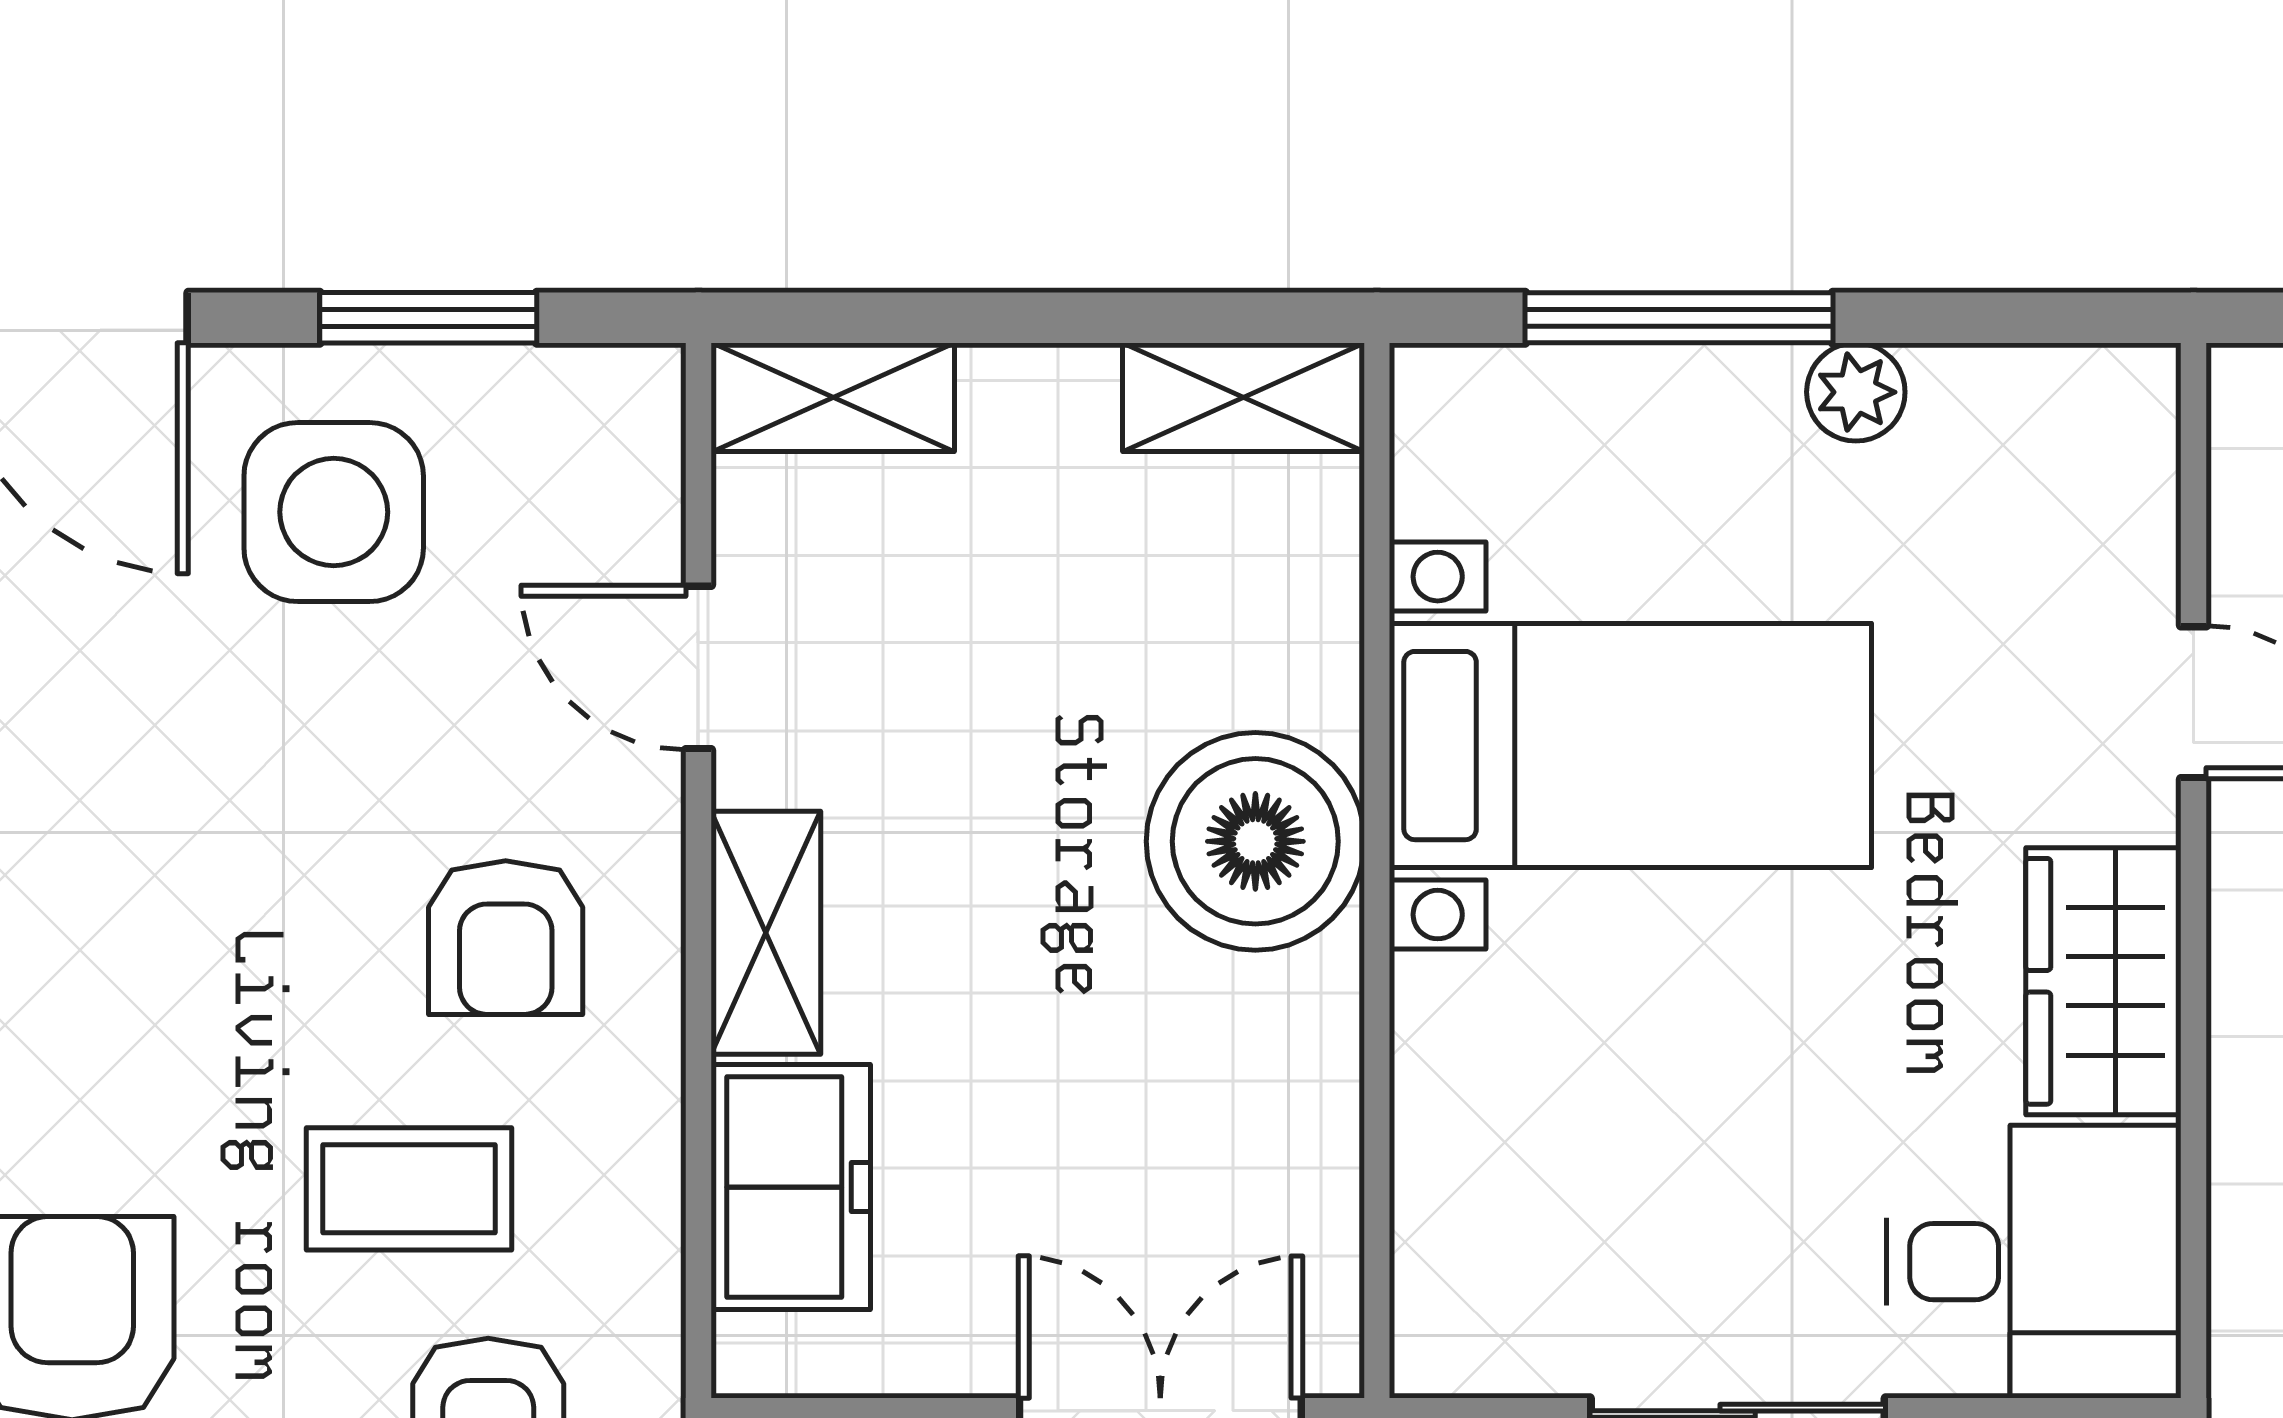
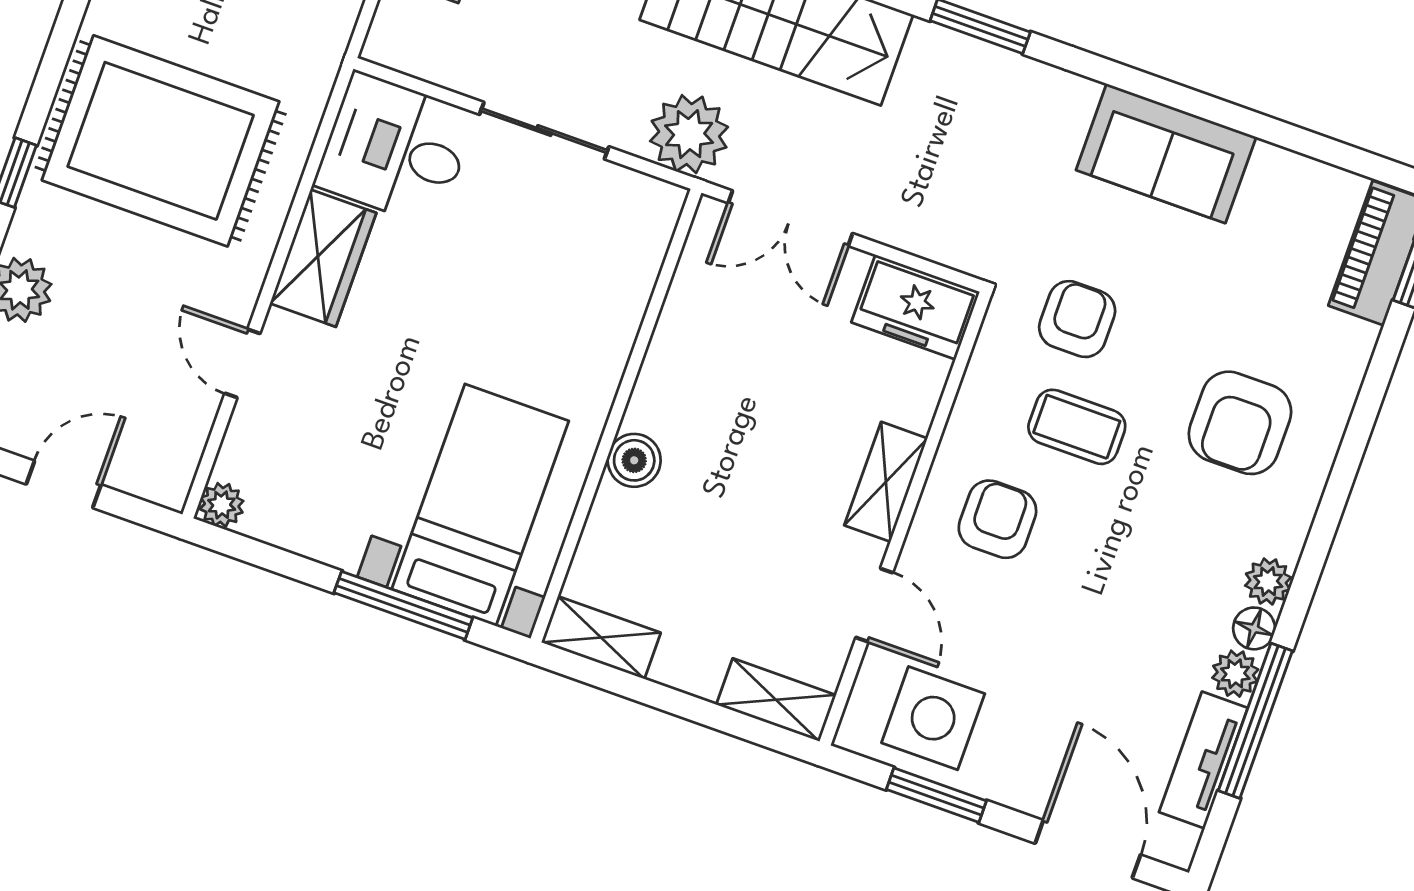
plant: (1856, 392) -> (222, 505), moved
side table: (334, 512) -> (933, 718), moved
bed with nightstands: (1630, 746) -> (480, 505), moved, turned 90
boiler: (1255, 841) -> (634, 460), width x0.54, depth x0.54
freezer: (791, 1187) -> (915, 307), moved, turned -90

